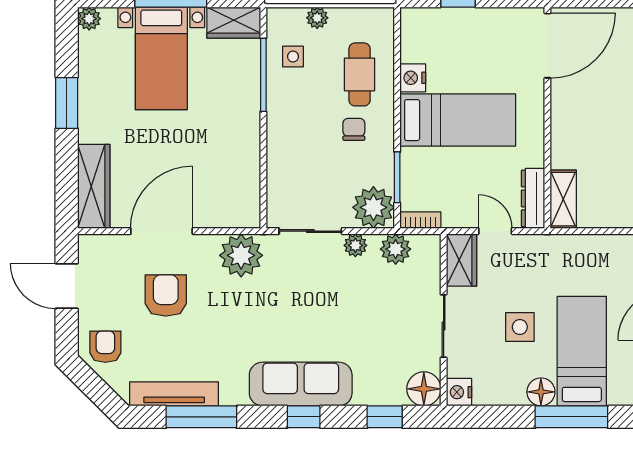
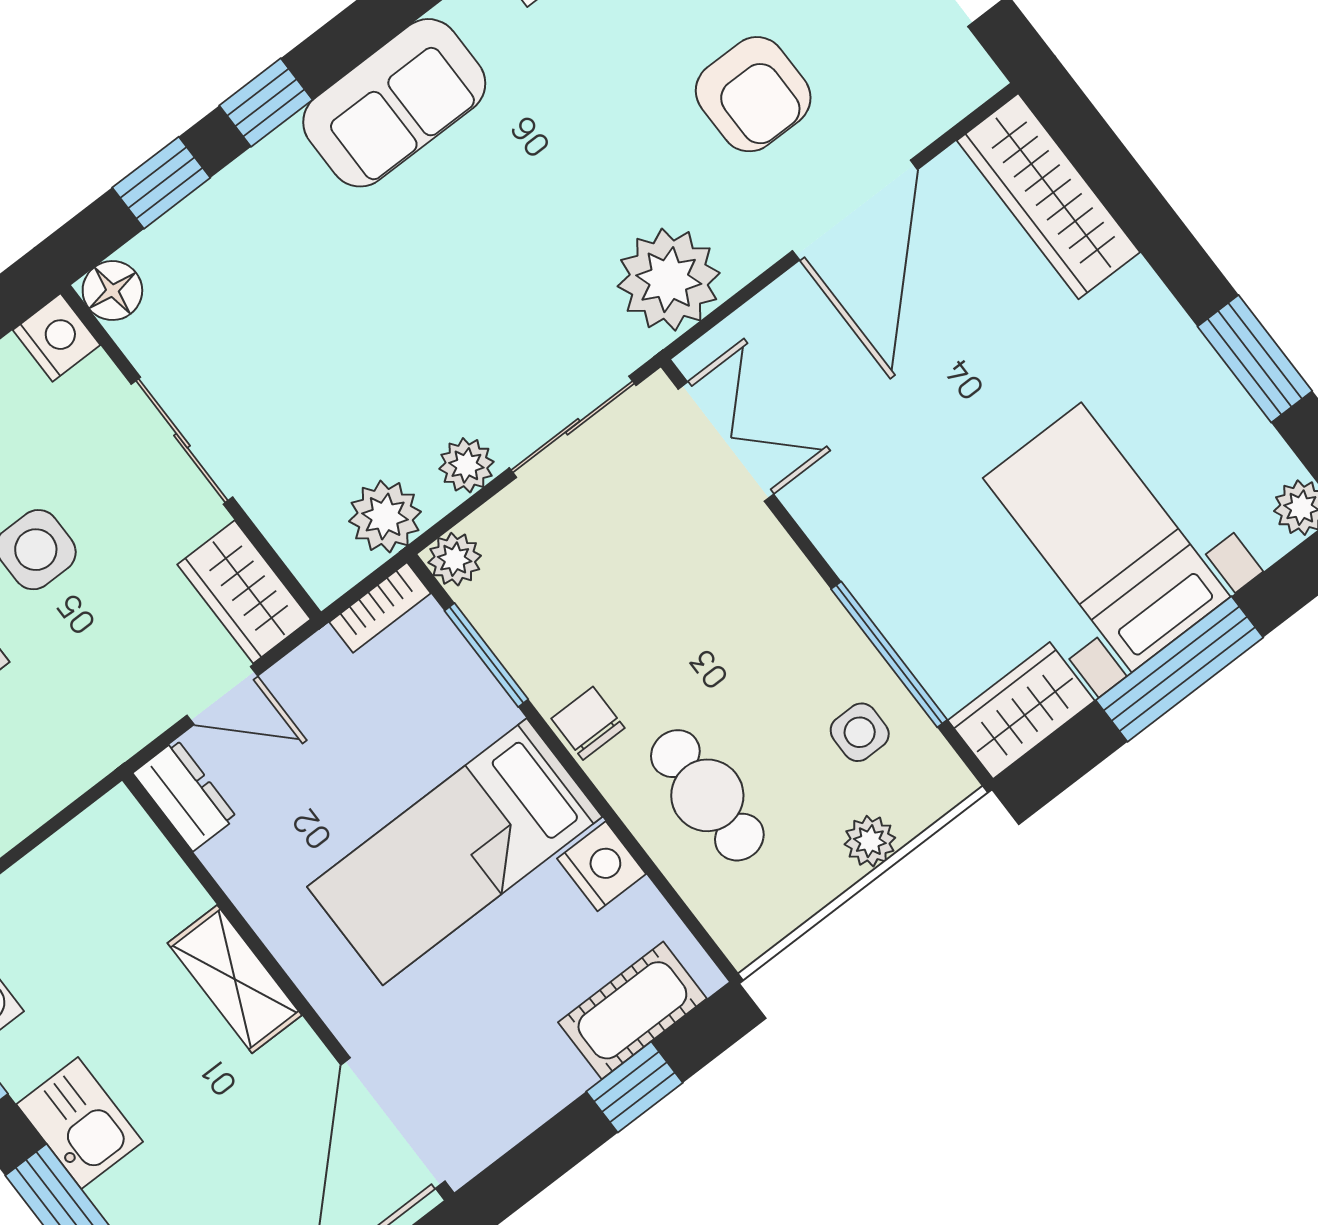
cot: (439, 22) -> (632, 1010), added
window: (67, 103) -> (1255, 359), moved
chair: (354, 129) -> (588, 723), moved, turned 180
double door: (263, 187) -> (726, 442), added
dresser: (533, 198) -> (185, 795), width x0.70
shelving: (563, 199) -> (235, 979), moved
plant: (373, 207) -> (455, 559), width x0.53, depth x0.53
sofa: (301, 384) -> (394, 103), width x0.73
floor lamp: (424, 389) -> (112, 291), width x0.73, depth x0.73
window: (304, 417) -> (266, 103), moved

